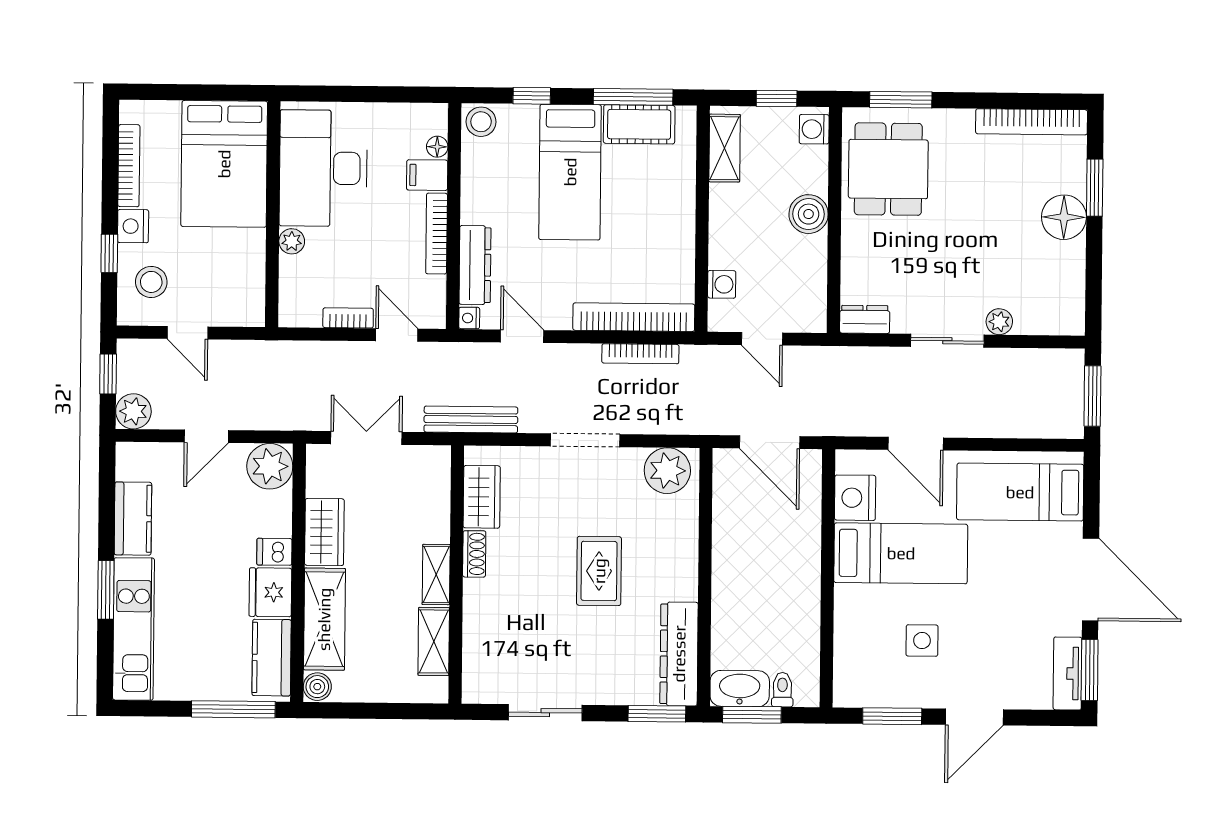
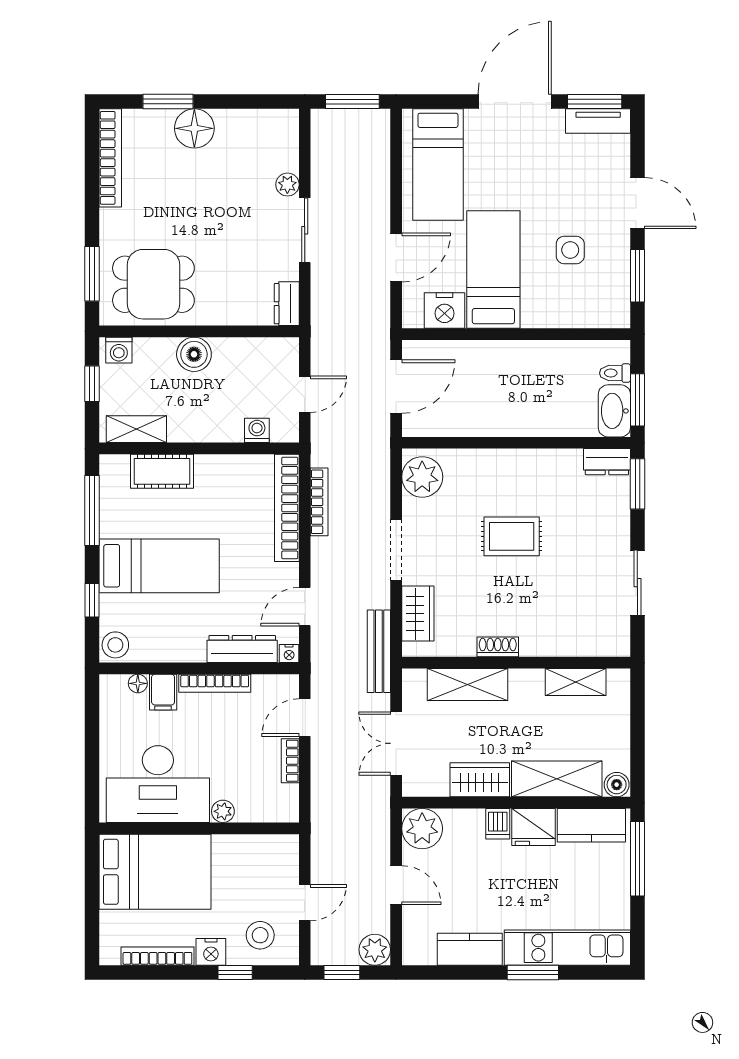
cot: (639, 124) -> (162, 471), moved, turned 90
wardrobe: (482, 497) -> (418, 614), moved, turned 90
shelving: (436, 575) -> (468, 684), moved, width x1.50, depth x1.33
dresser: (679, 654) -> (607, 462), width x0.51, depth x0.80

